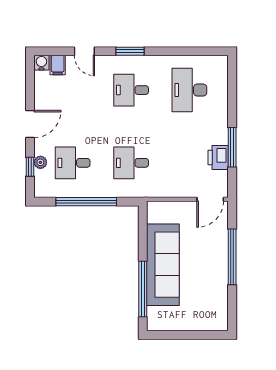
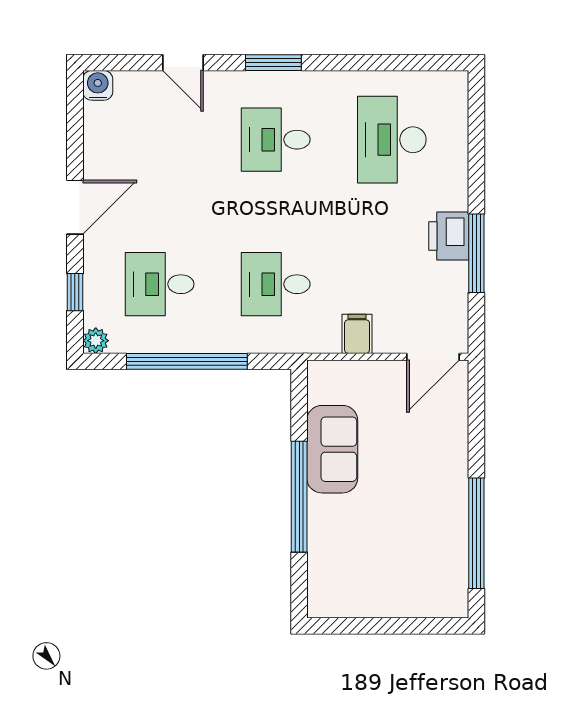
filing cabinet: (58, 65) -> (357, 334), moved, turned 180
printer: (218, 158) -> (449, 236), moved
plant: (40, 162) -> (96, 341), moved
window: (232, 257) -> (476, 533), moved
sofa: (163, 265) -> (332, 449), width x0.54, depth x0.79
window: (143, 289) -> (299, 497), moved

